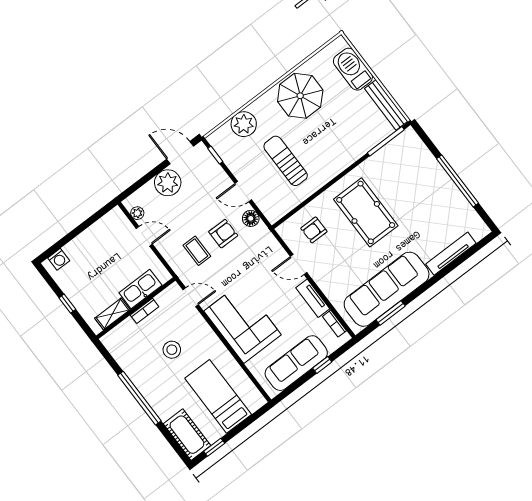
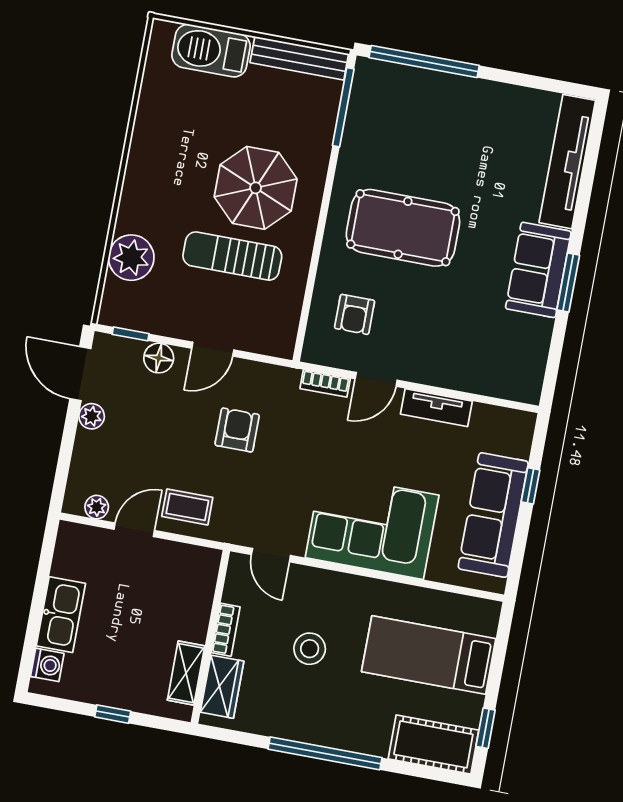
parasol: (300, 96) -> (256, 188), moved
door: (180, 153) -> (80, 374), hinge flipped
window: (458, 181) -> (424, 62), moved
plant: (168, 183) -> (92, 416), width x0.53, depth x0.53
floor lamp: (251, 218) -> (159, 358), moved
coffee table: (197, 251) -> (187, 507), moved
tv unit: (451, 254) -> (567, 162), width x1.36, depth x1.29
kitchen sink: (140, 289) -> (61, 615), moved, turned 180
sofa: (387, 289) -> (538, 270), width x0.54, depth x0.79
door: (191, 297) -> (271, 555), swing flipped
window: (391, 313) -> (568, 283), moved
bookcase: (334, 324) -> (325, 383), moved
wardrobe: (122, 333) -> (222, 687), added

